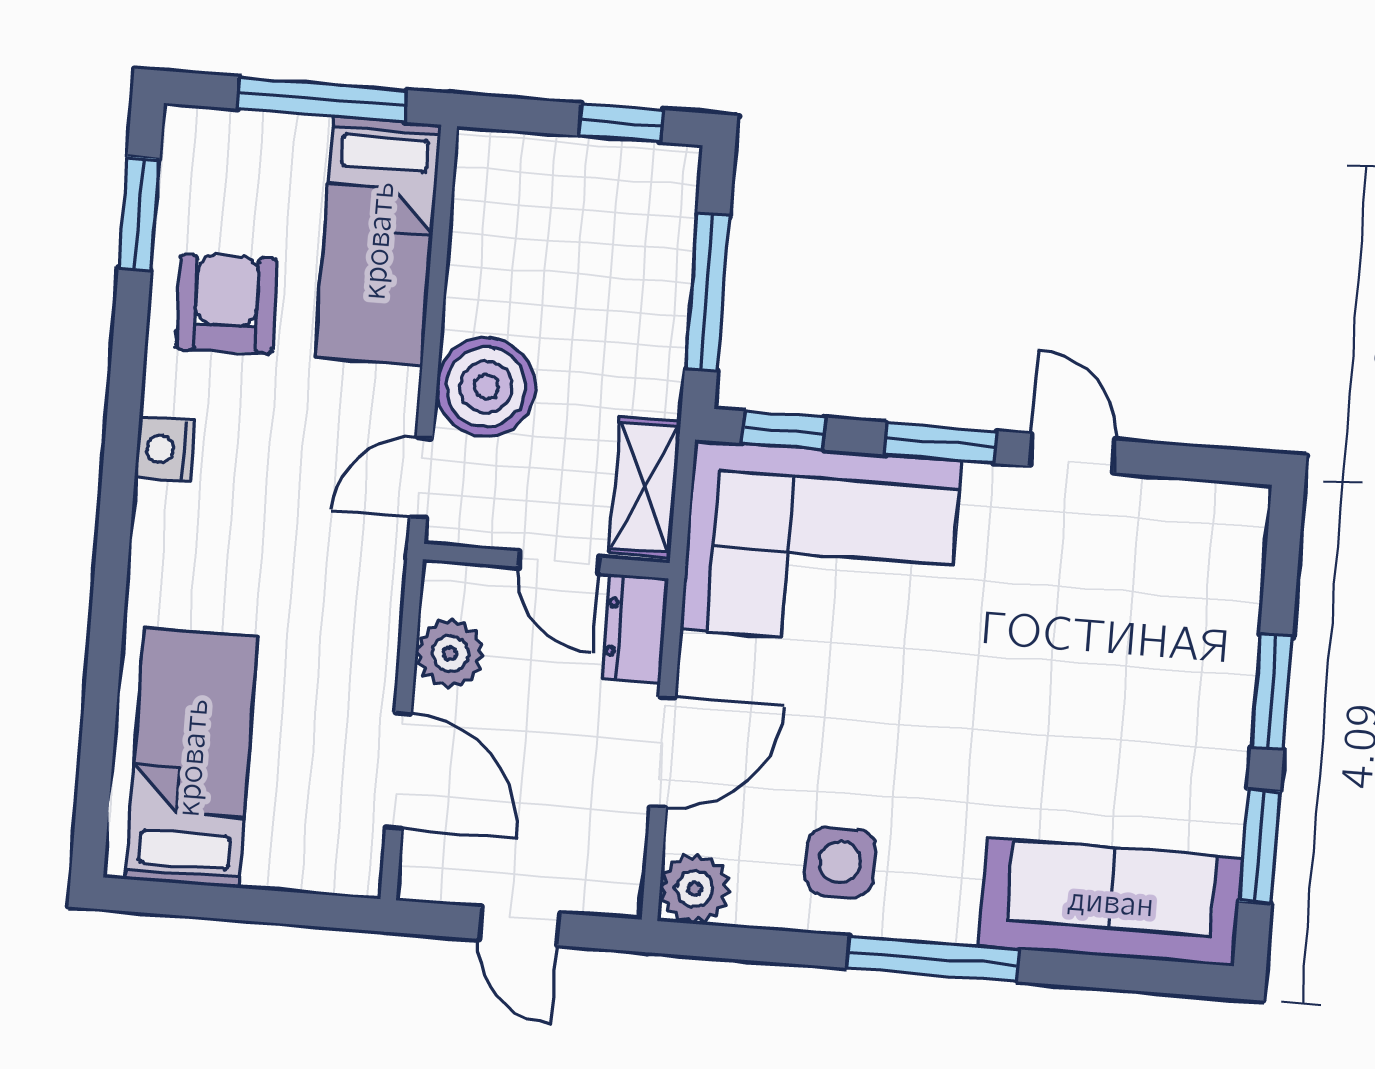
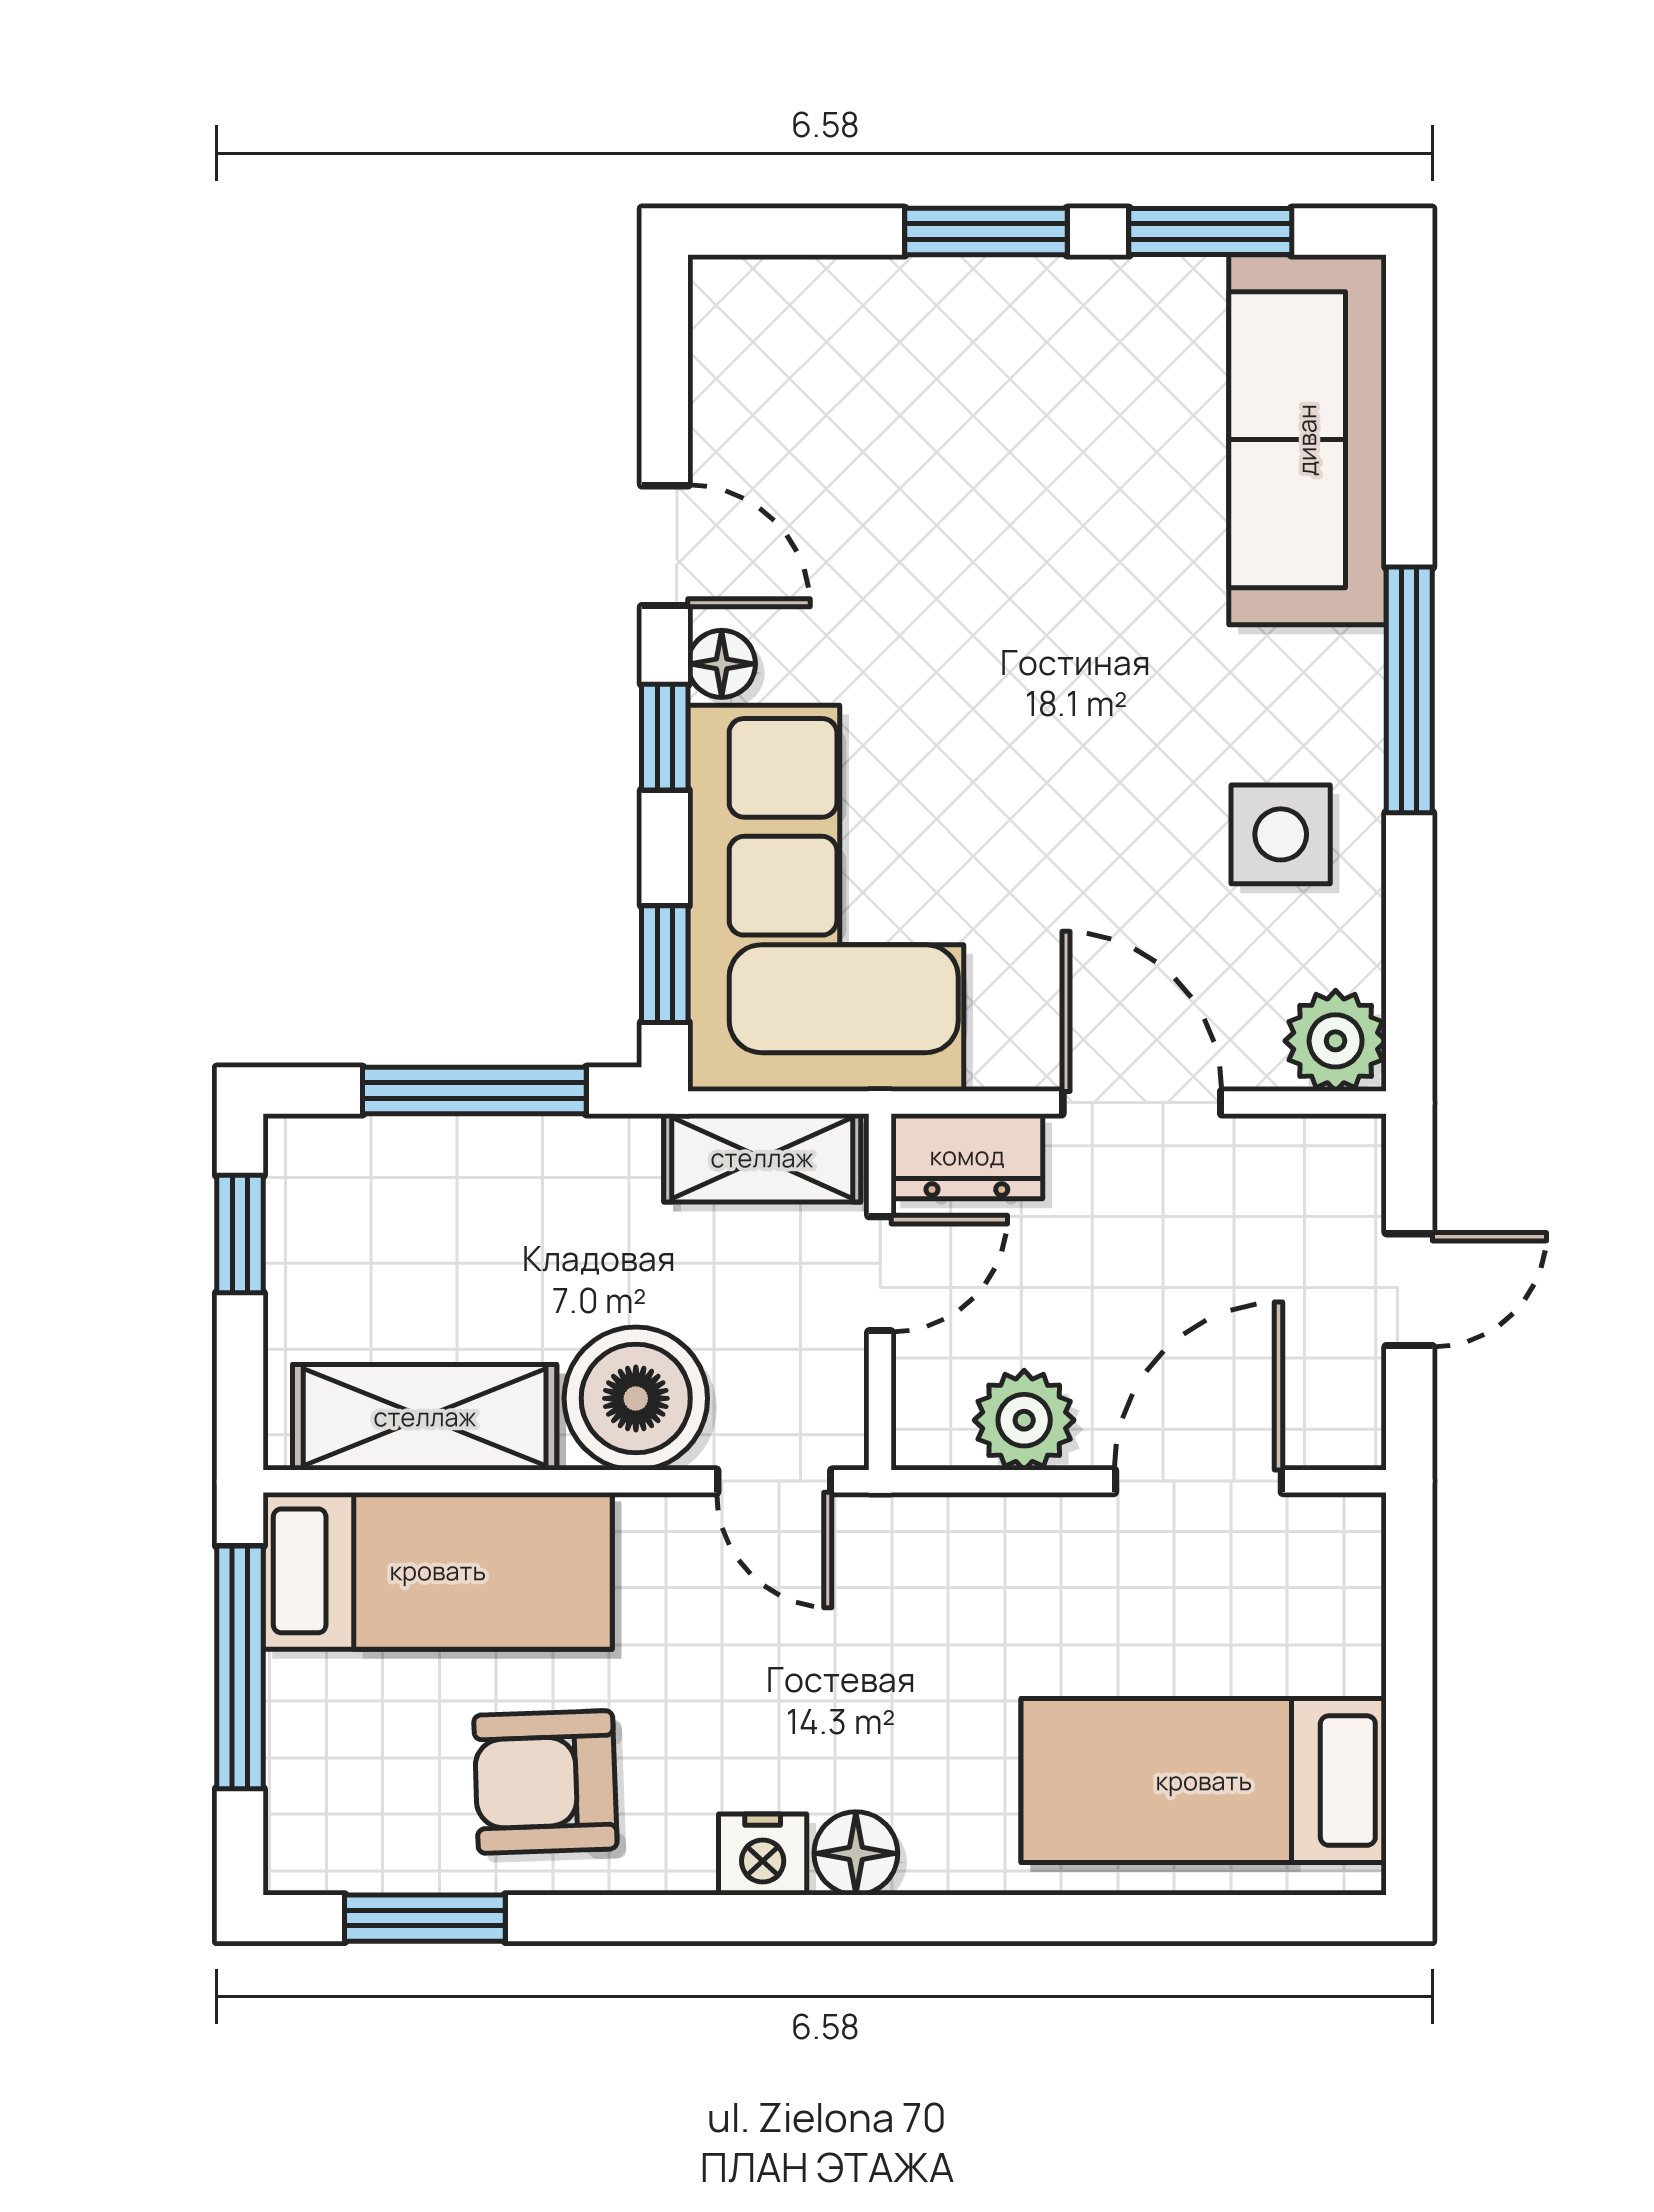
shelving: (484, 240) -> (425, 1417), added
window: (940, 443) -> (665, 737), width x0.67
door: (1072, 453) -> (665, 546), swing flipped
floor lamp: (988, 486) -> (722, 664), added
floor lamp: (160, 514) -> (856, 1853), added

